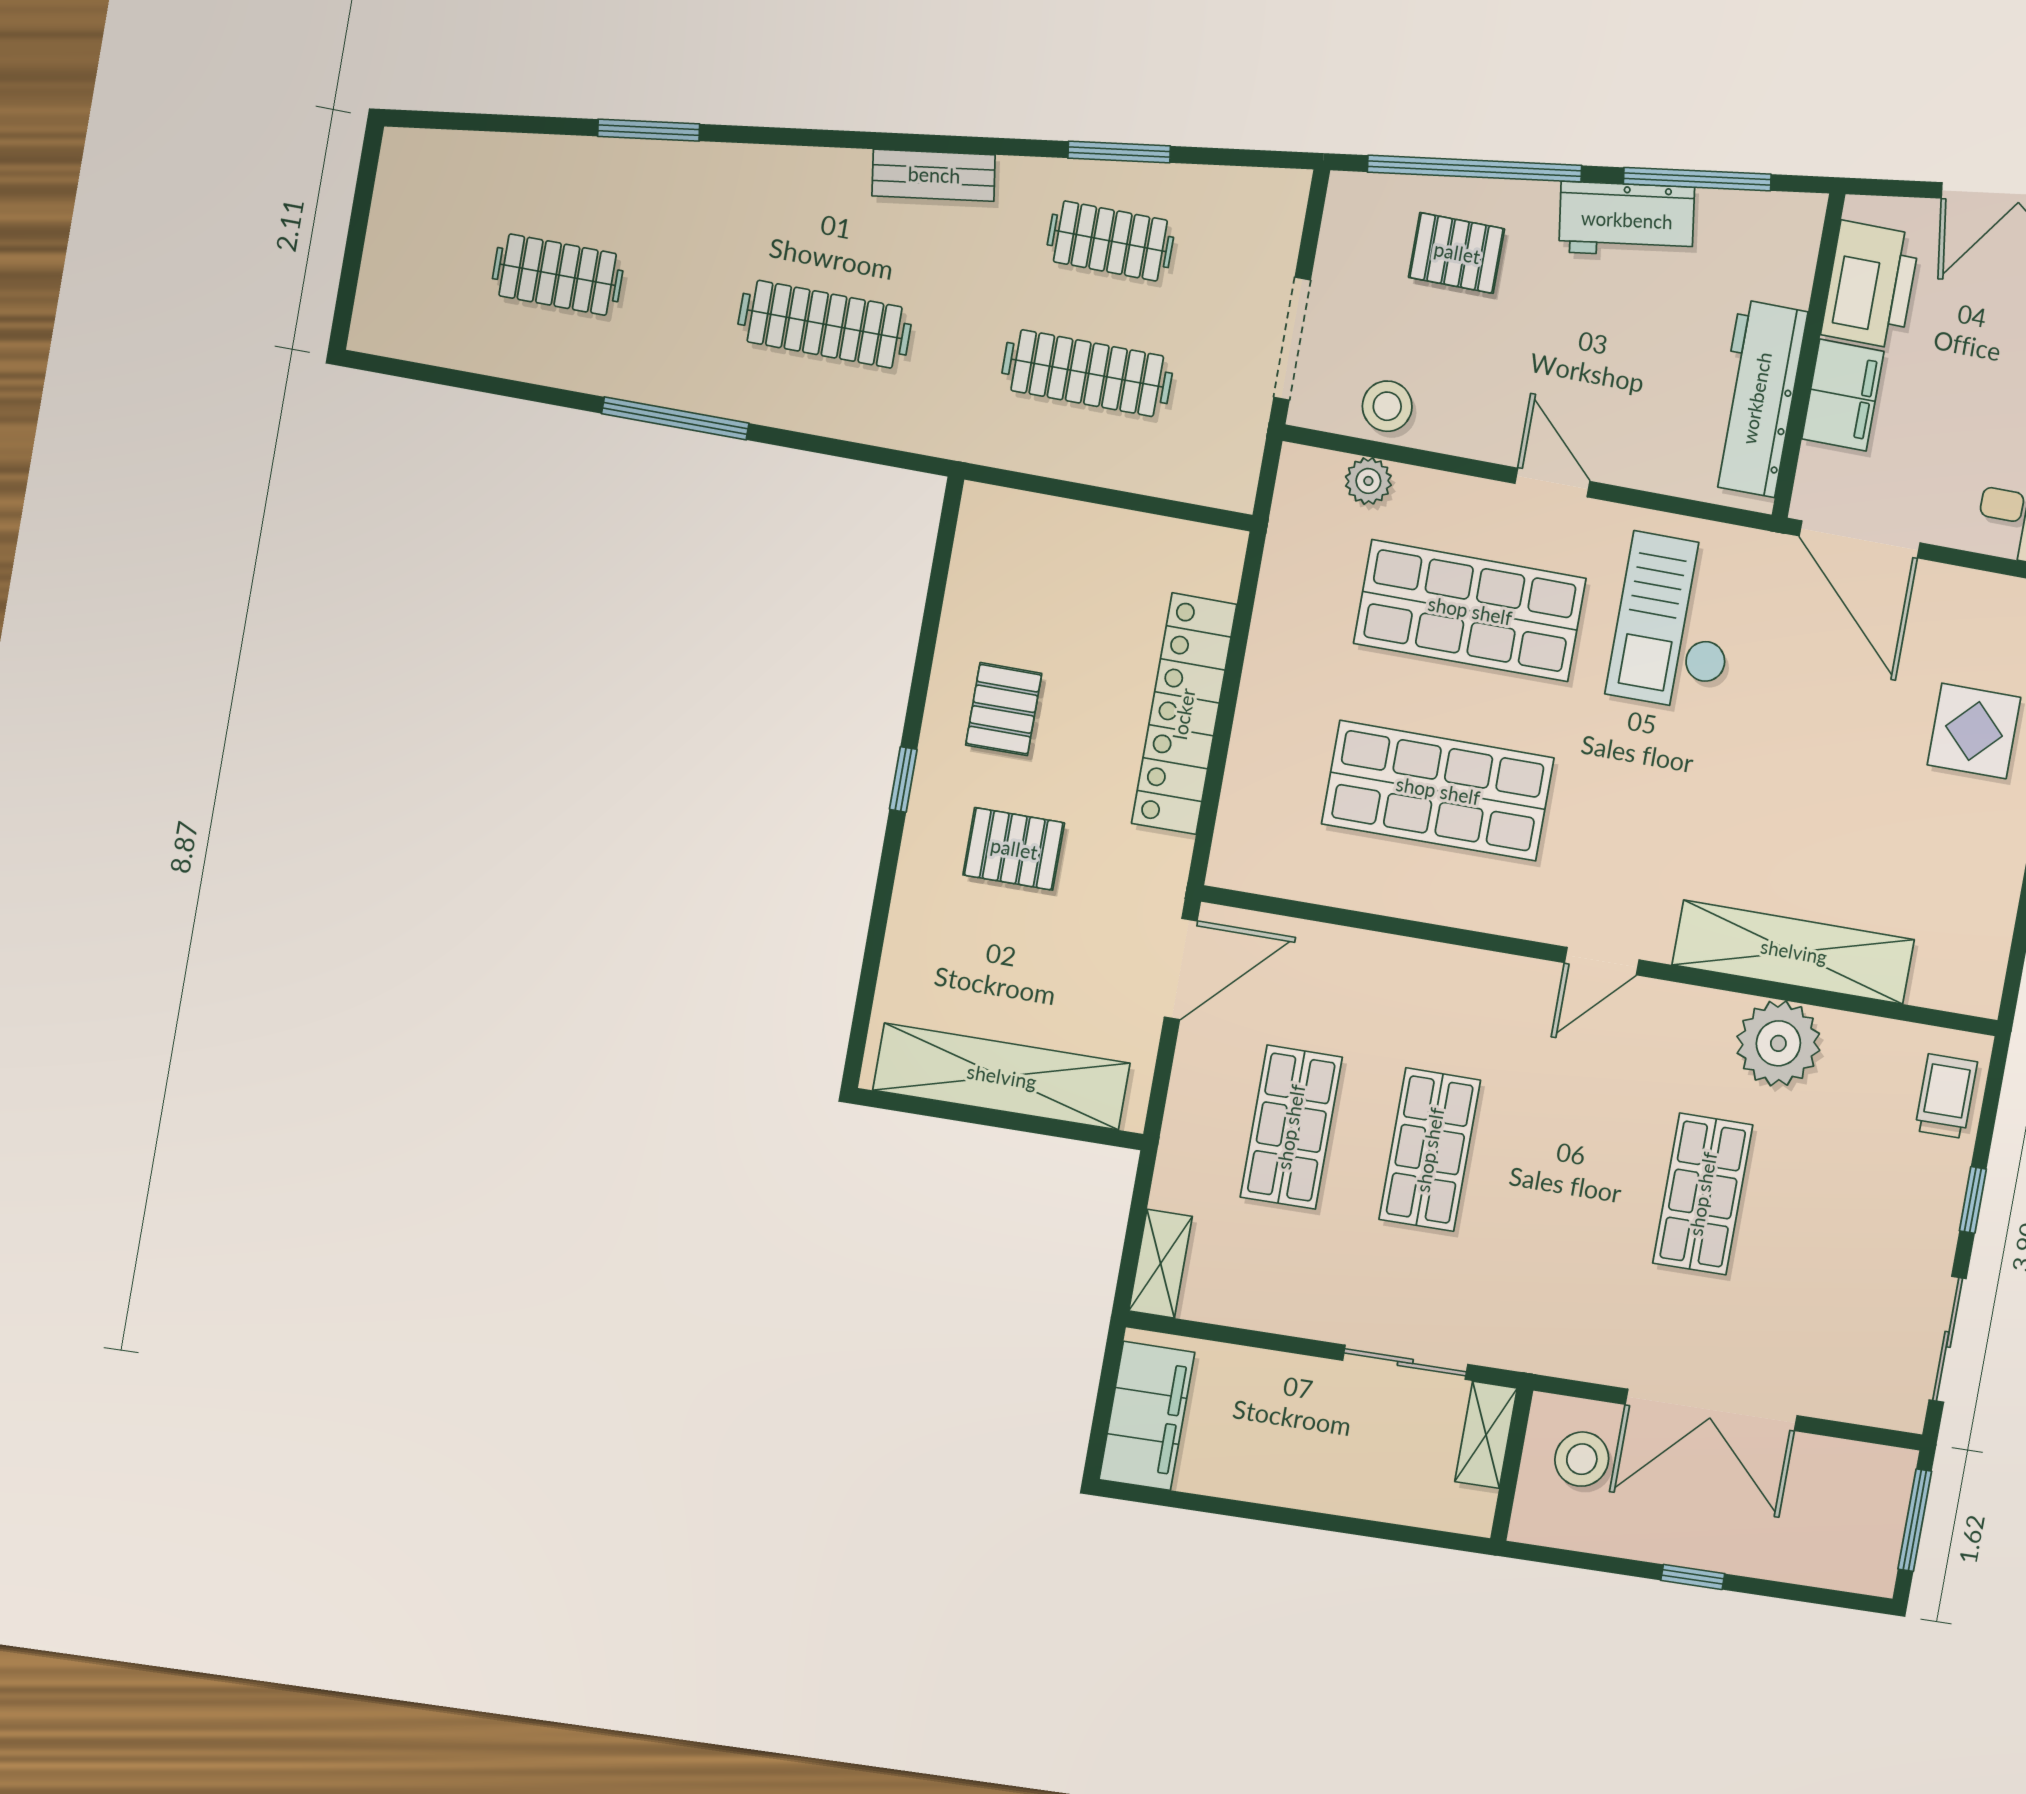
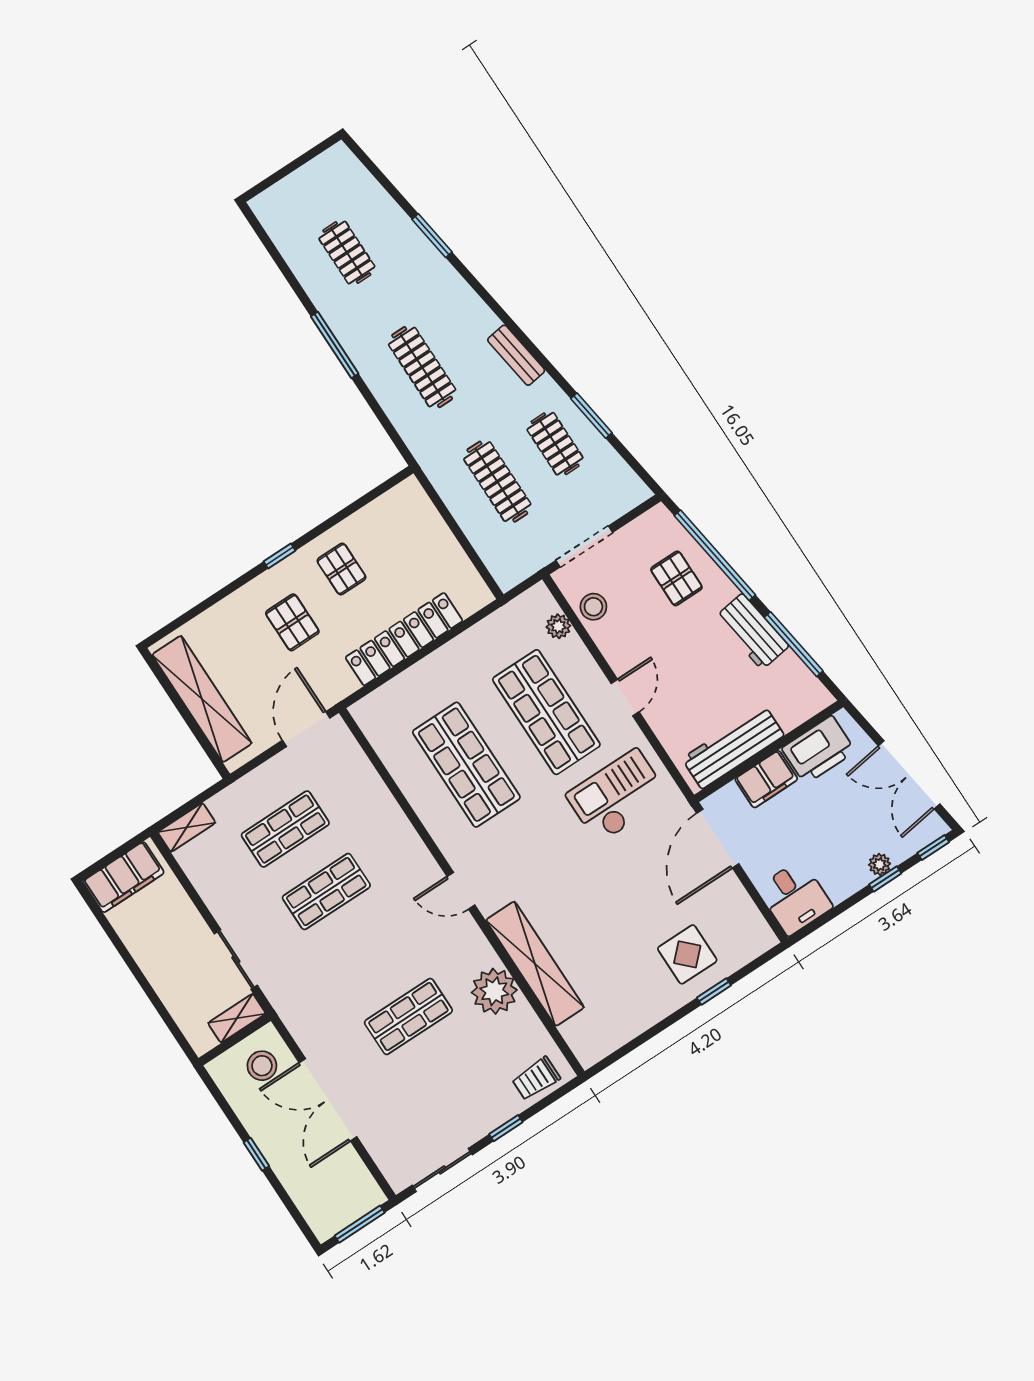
pallet: (1004, 709) -> (341, 569), turned 90
door: (1181, 969) -> (306, 729), swing flipped
trolley: (1946, 1096) -> (536, 1079), turned 180

